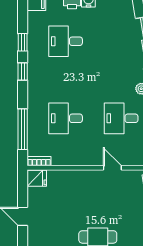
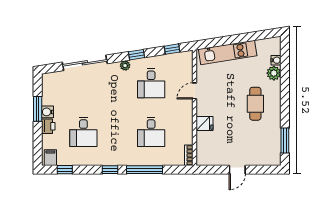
window: (23, 42) -> (65, 170), moved
window: (23, 129) -> (144, 170), moved
fridge: (37, 178) -> (205, 123), moved, turned 90

